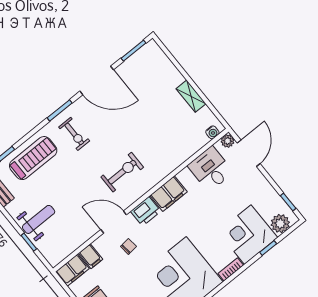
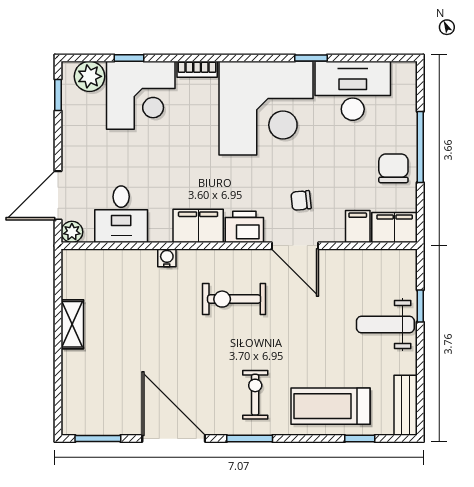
water cooler: (212, 132) -> (167, 258), moved

